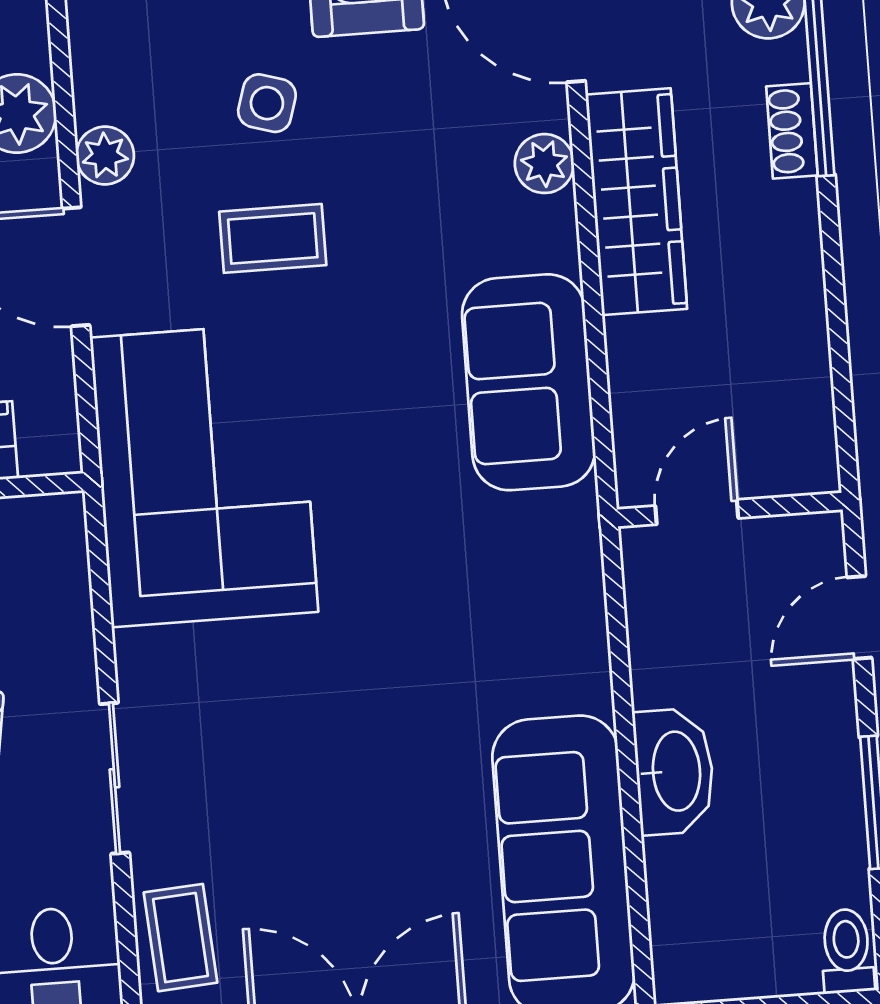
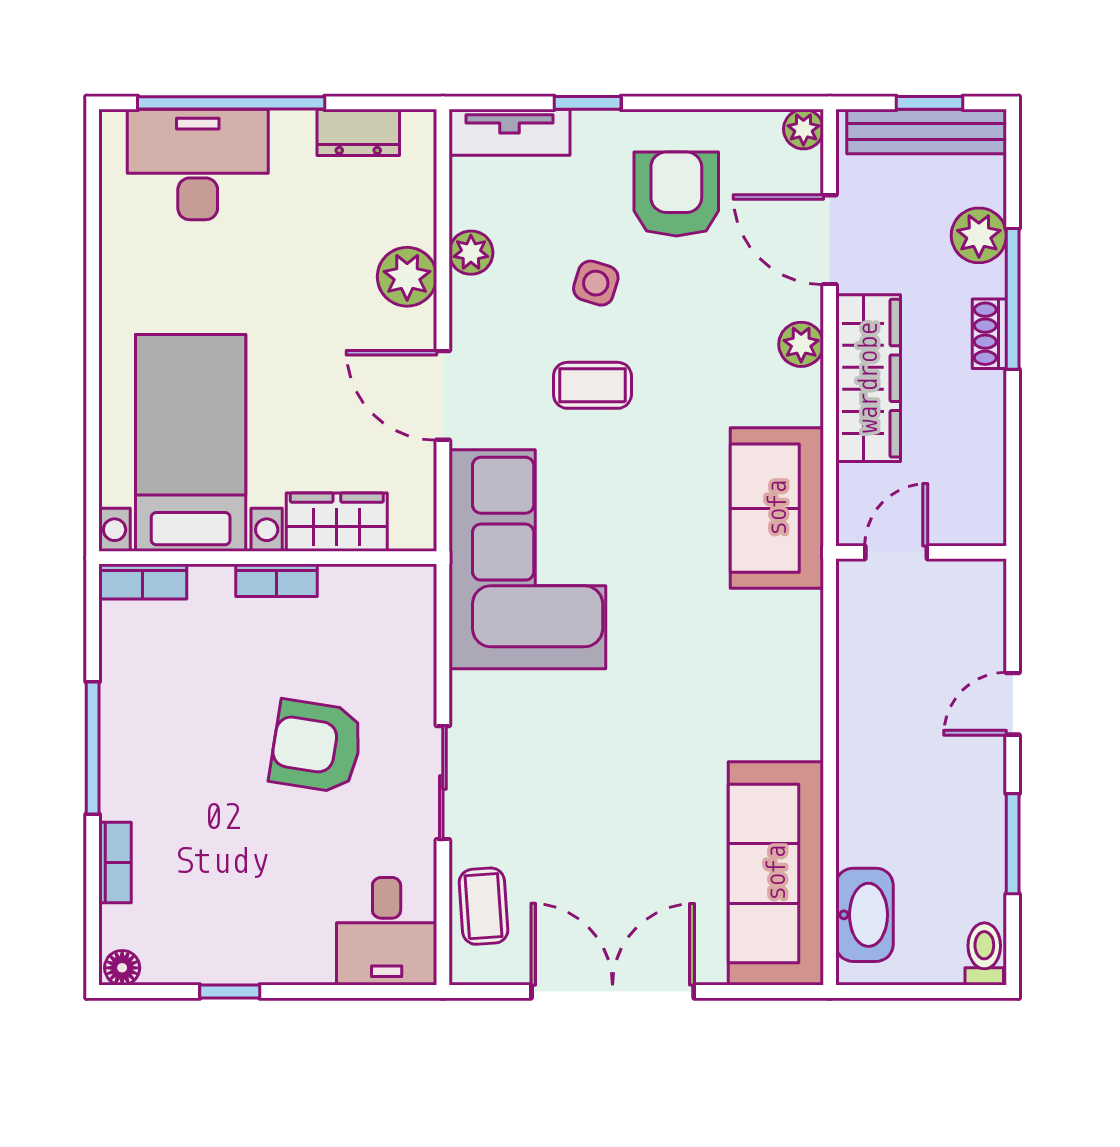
plant: (105, 156) -> (471, 253), moved
wall: (730, 510) -> (921, 552), moved
door: (697, 512) -> (896, 552), moved
washbasin: (674, 771) -> (864, 915), moved

